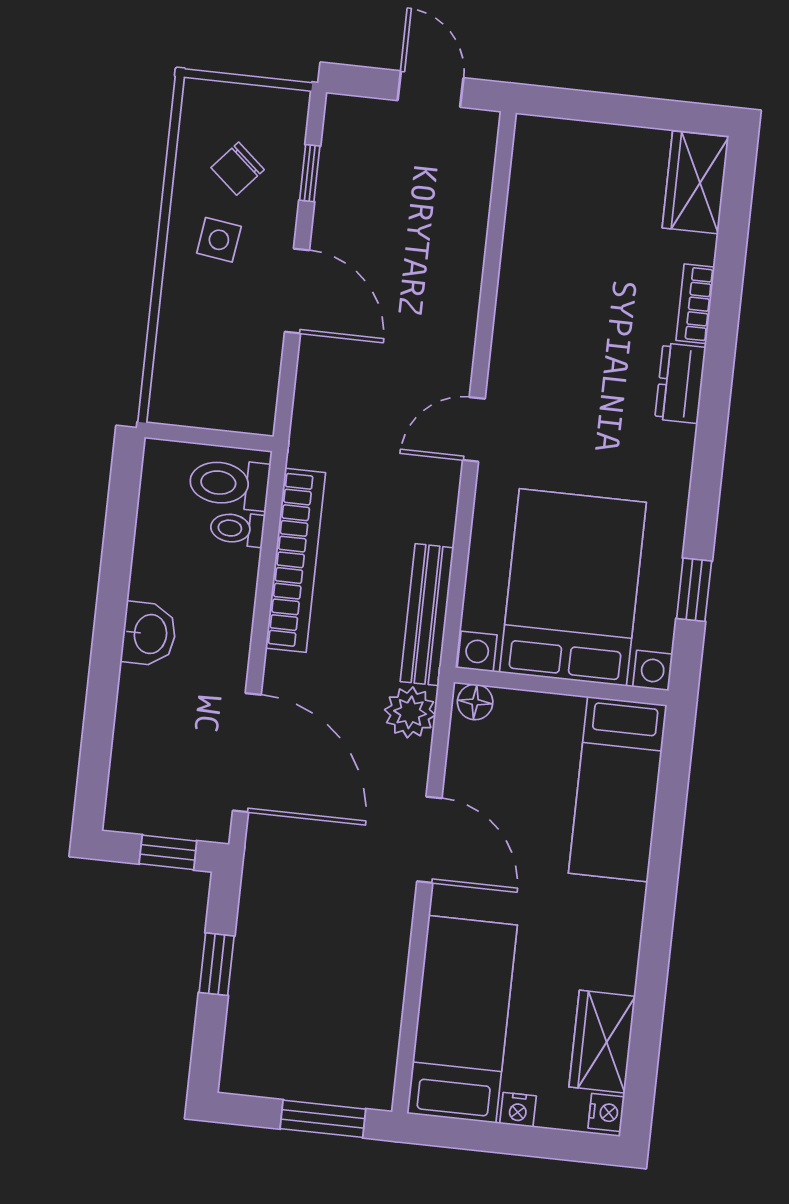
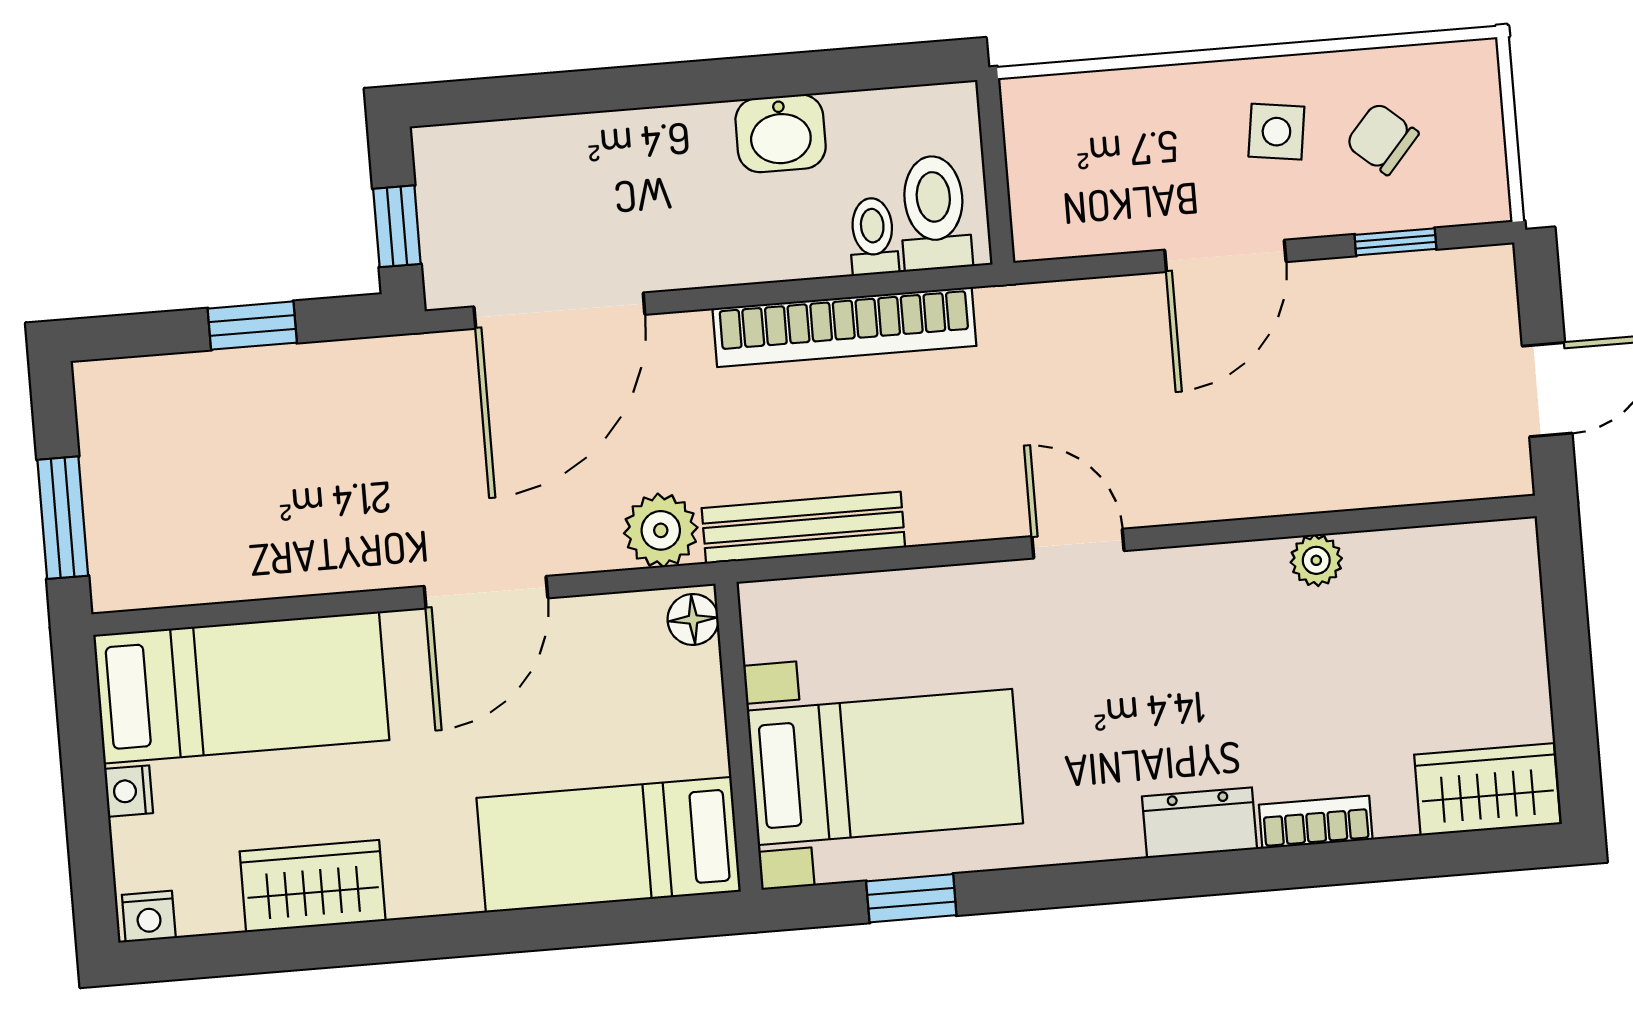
plant: (517, 269) -> (1316, 560), added
bed with nightstands: (573, 587) -> (885, 767), width x0.73
washbasin: (149, 634) -> (781, 133), moved
wardrobe: (602, 1042) -> (313, 886), moved

